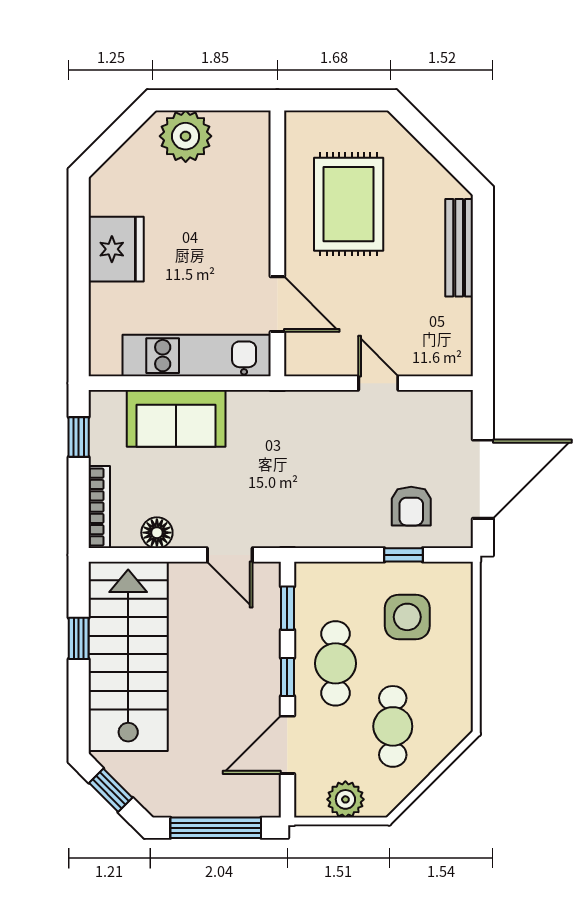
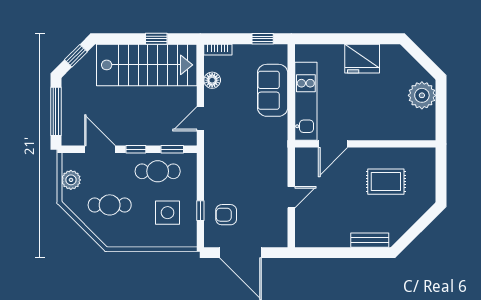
rug: (349, 204) -> (386, 182), width x0.73, depth x0.70
bench: (459, 248) -> (370, 240), width x0.73
bookcase: (99, 507) -> (218, 50), width x0.64
cafe table: (335, 663) -> (158, 171), moved

